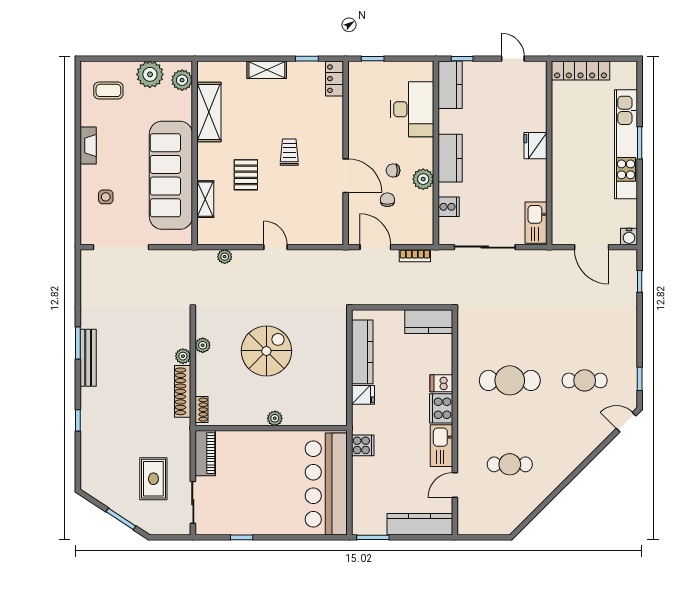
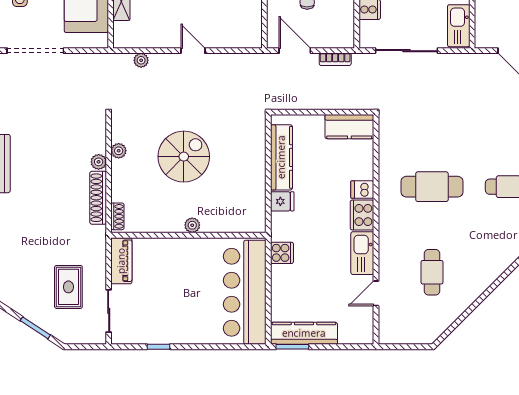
cafe table: (510, 464) -> (432, 272), turned 90
kitchen counter: (420, 524) -> (304, 333), moved

